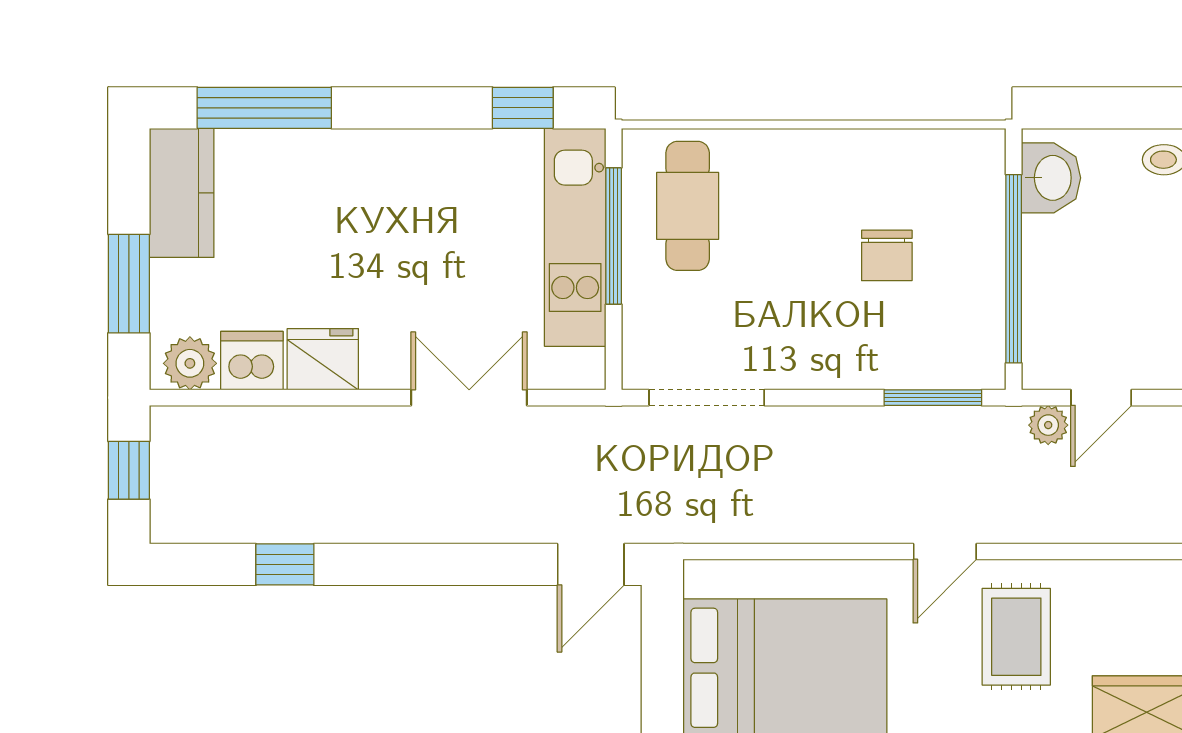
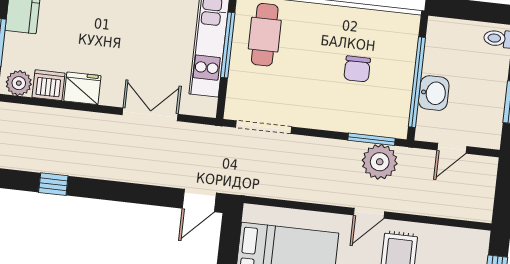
washbasin: (1051, 178) -> (434, 93), moved
plant: (1048, 425) -> (380, 162), moved, width x1.88, depth x1.88

